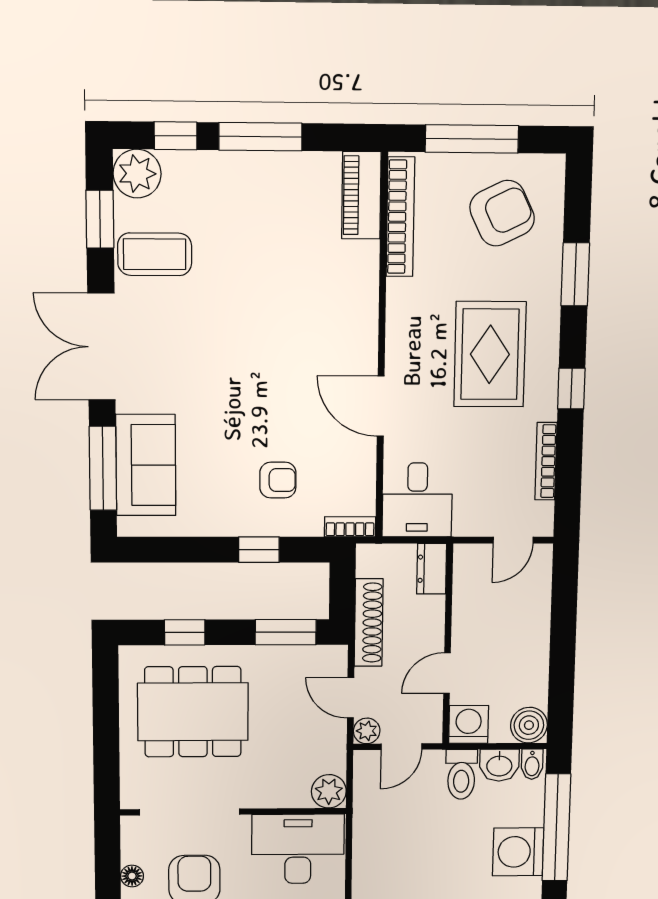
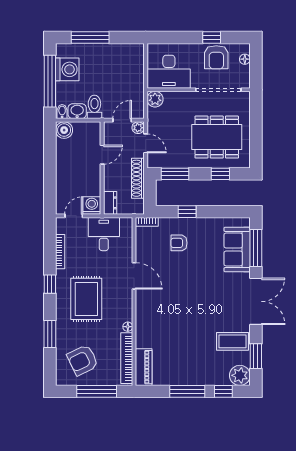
floor lamp: (397, 290) -> (128, 327), added
desk: (417, 500) -> (104, 234), moved
washing machine: (469, 724) -> (92, 206), moved, turned 180

